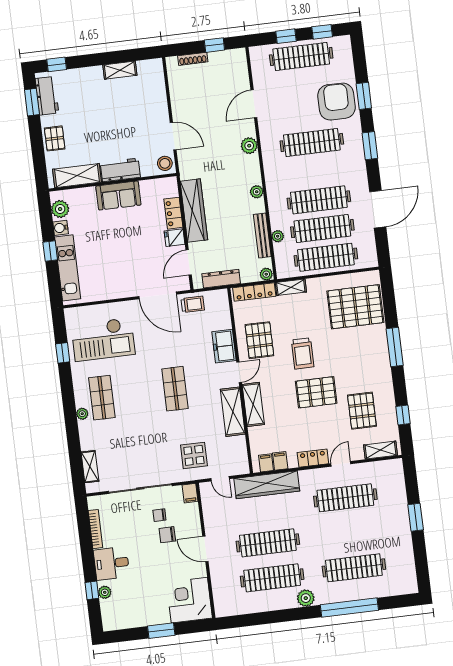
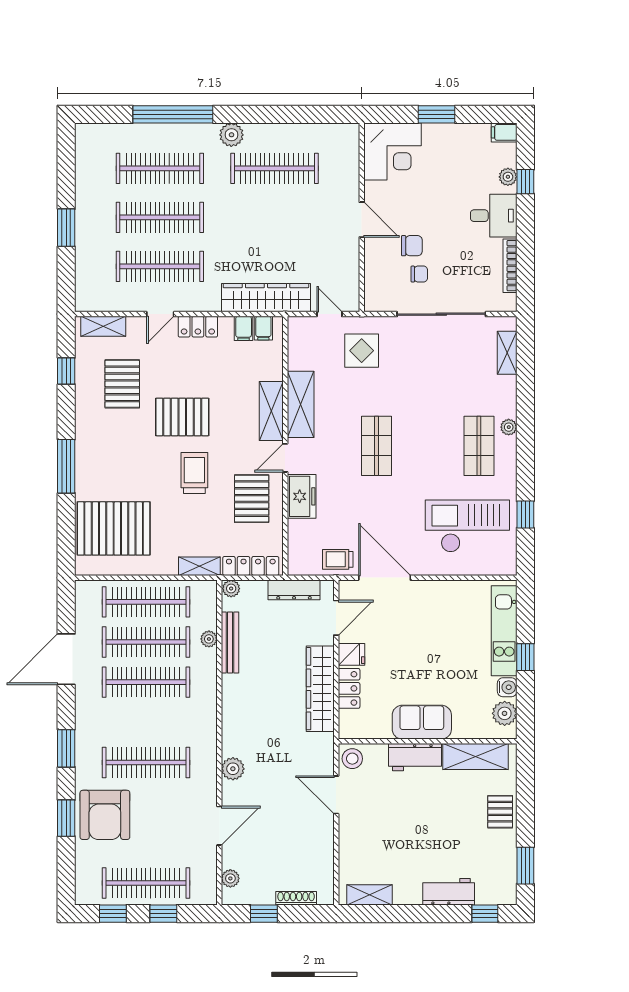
shelving: (120, 70) -> (370, 895), moved
workbench: (47, 96) -> (449, 892), moved, turned 90
plant: (257, 192) -> (230, 878), moved
filing cabinet: (190, 493) -> (504, 132), moved, turned -90
clothes rail: (268, 543) -> (160, 217), moved

